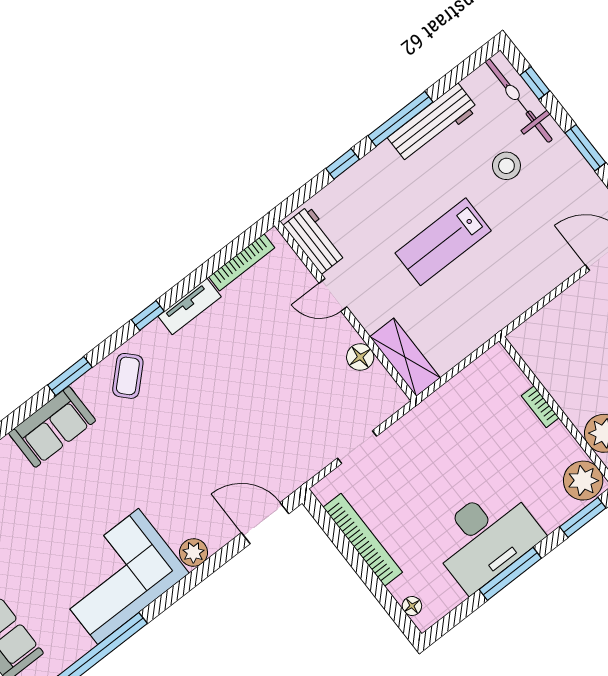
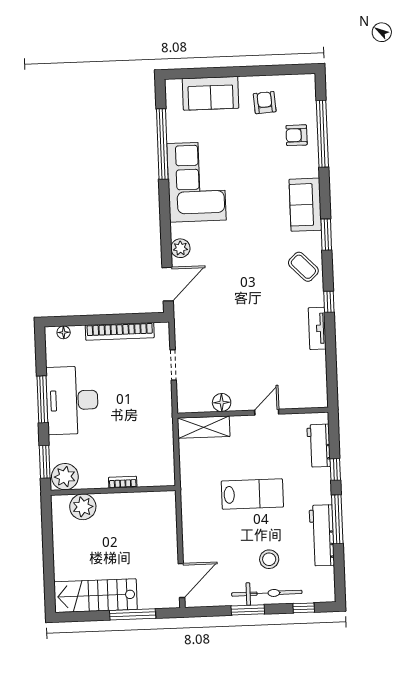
bicycle: (519, 101) -> (267, 593), moved
workbench: (315, 240) -> (319, 446), moved, turned 90
lab bench: (443, 242) -> (252, 494), turned 90
bookcase: (242, 262) -> (321, 375), removed
plant: (193, 553) -> (180, 248), moved

